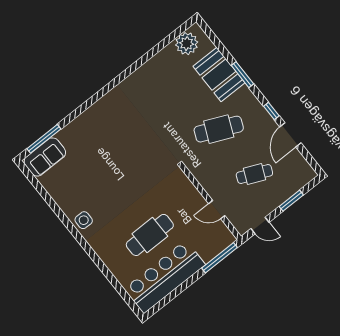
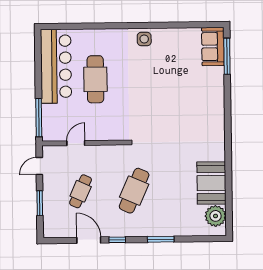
booth: (219, 75) -> (211, 183), moved, turned 90

